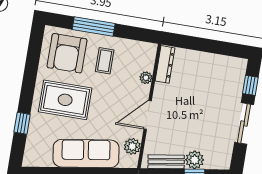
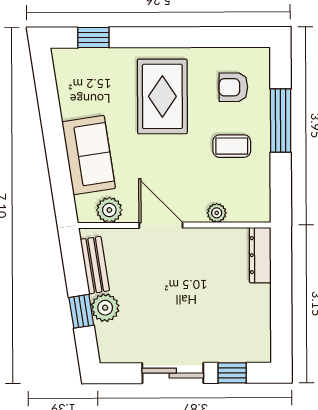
armchair: (67, 53) -> (233, 87), width x0.53, depth x0.53
dresser: (165, 64) -> (260, 255), moved, turned 90
window: (22, 123) -> (93, 37), moved
sofa: (86, 154) -> (89, 155), width x0.73

